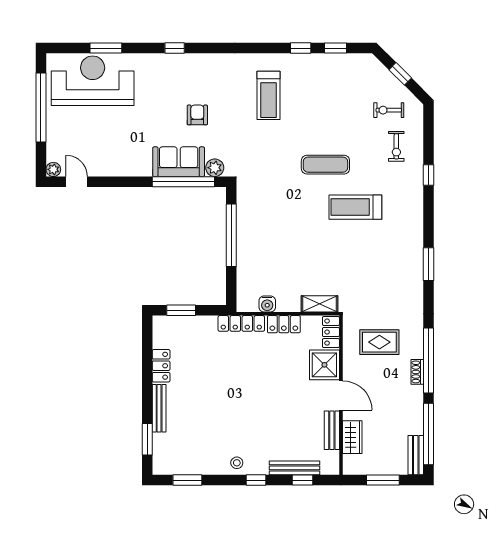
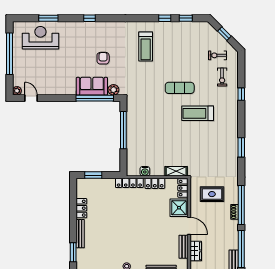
reception desk: (93, 81) -> (40, 38), width x0.74, depth x0.77

